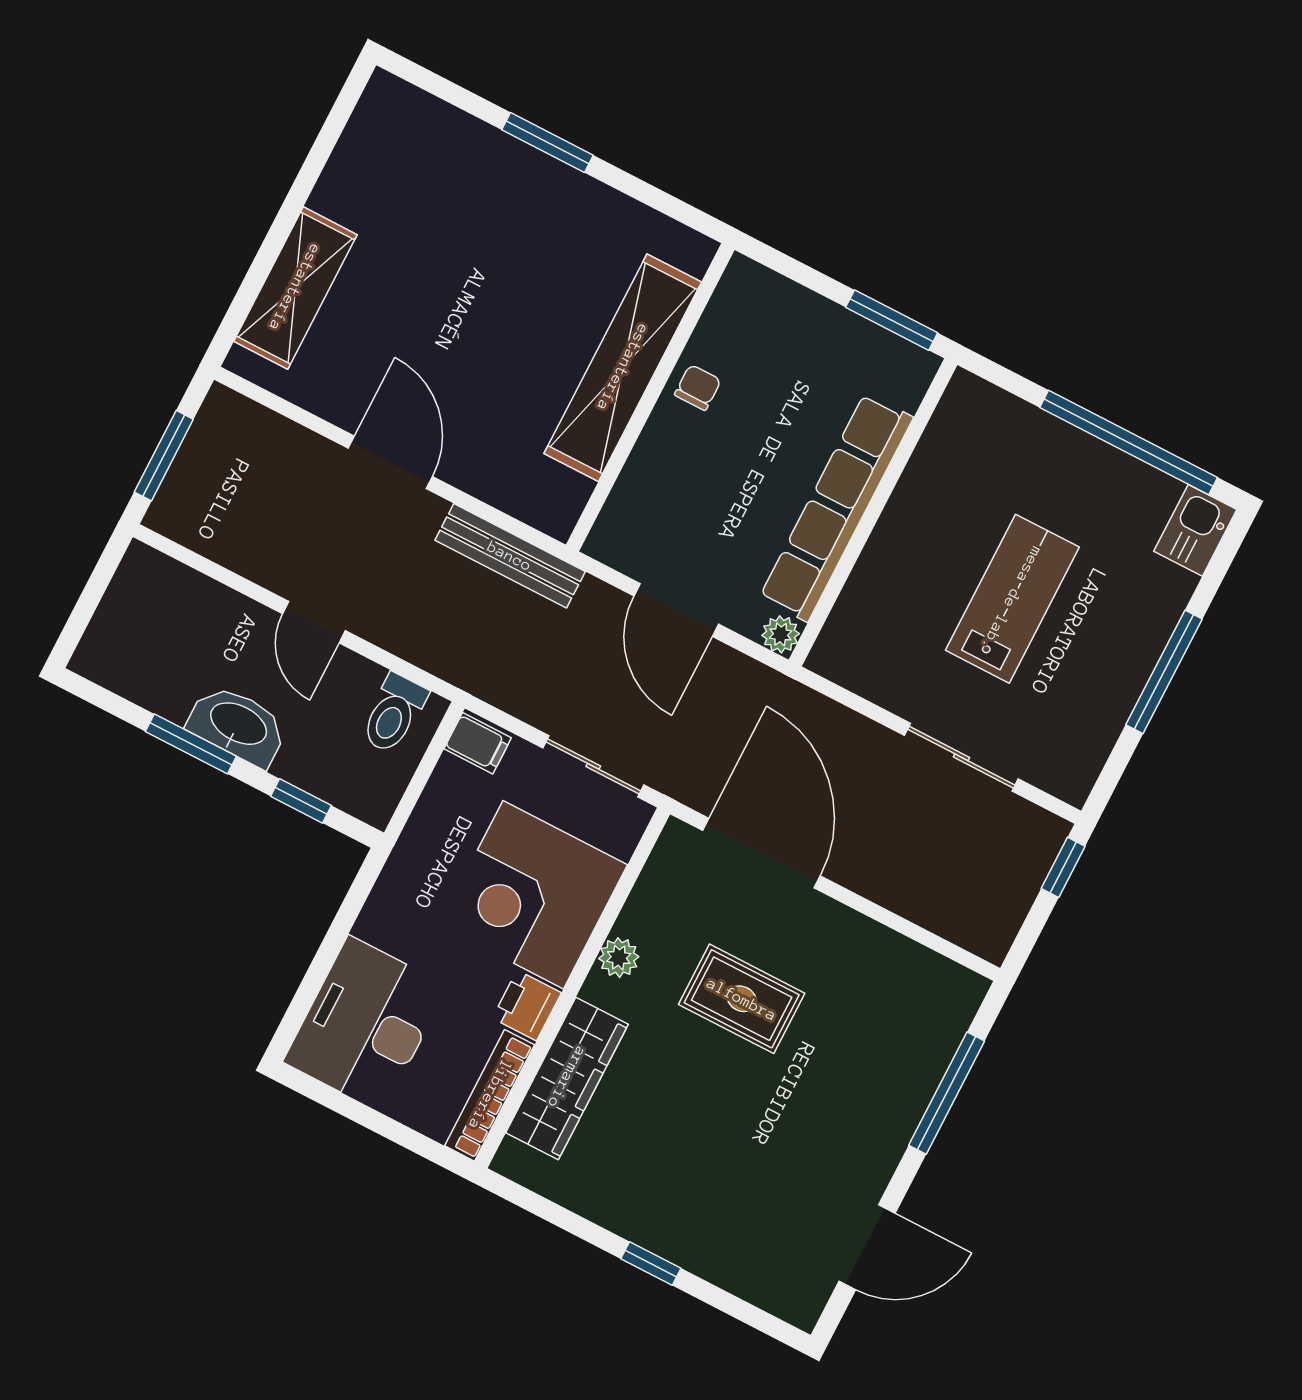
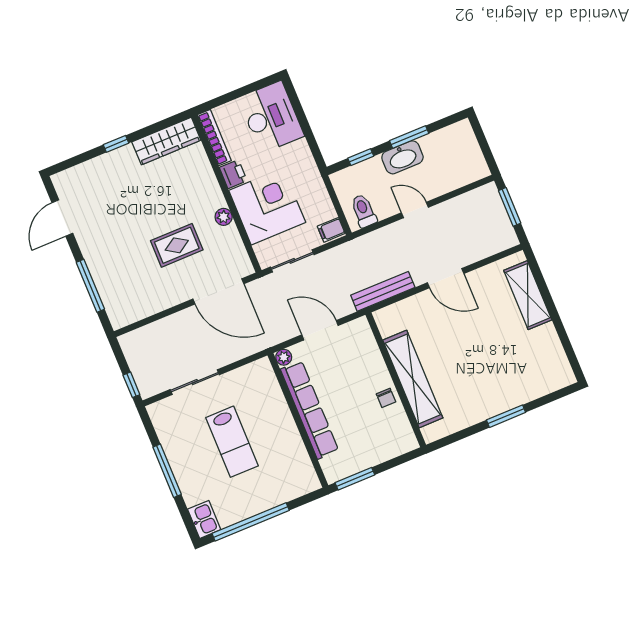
wardrobe: (567, 1078) -> (166, 141), moved, turned -90

